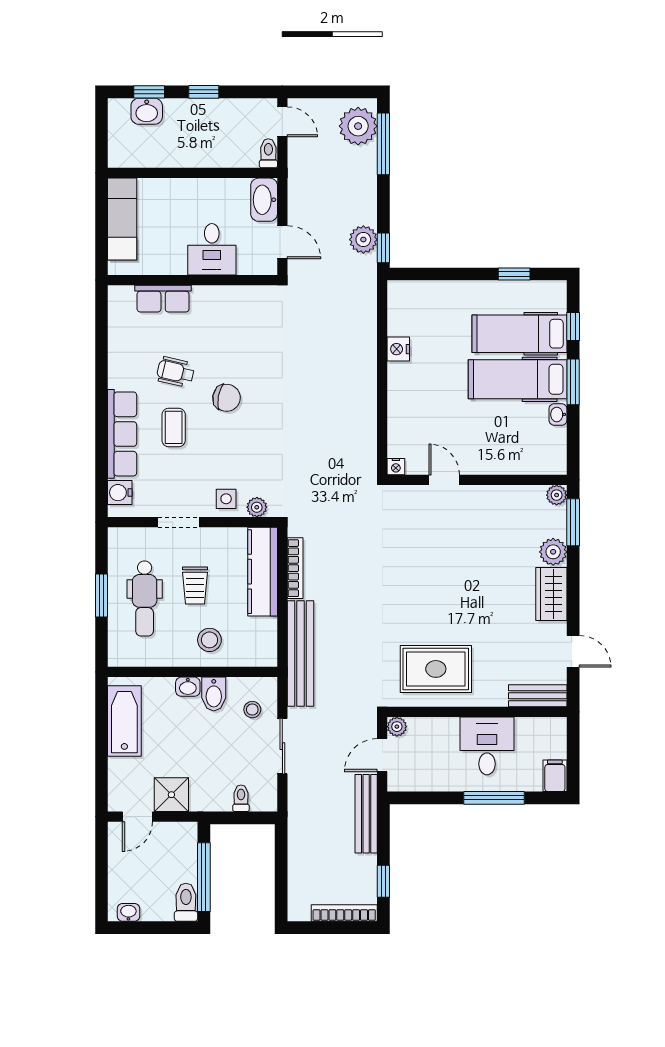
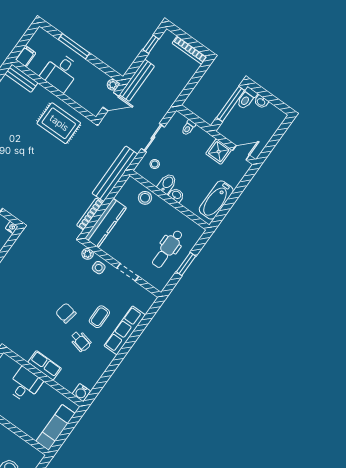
row of seats: (163, 299) -> (45, 365), moved
water cooler: (120, 493) -> (81, 392), moved, turned 90
trolley: (195, 585) -> (141, 238), removed
dental chair: (145, 598) -> (168, 249), turned 180
stool: (209, 640) -> (145, 198), moved
plant: (397, 727) -> (113, 85), moved
filing cabinet: (555, 776) -> (26, 56), moved, turned 180
washbasin: (128, 912) -> (261, 102), moved
bookcase: (344, 913) -> (189, 50), moved

